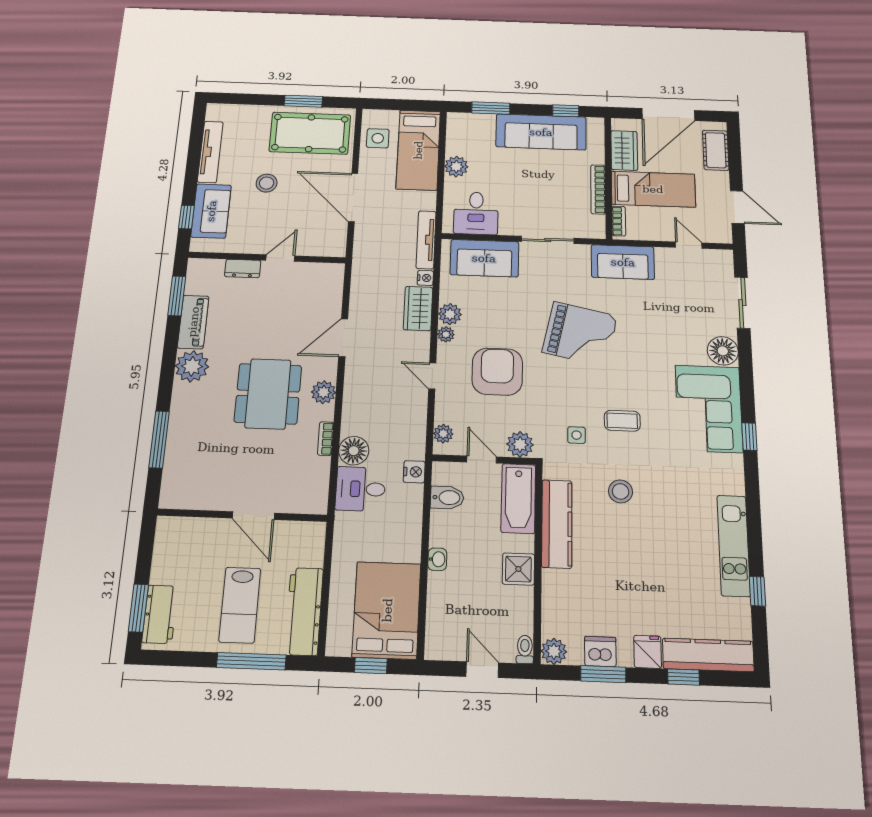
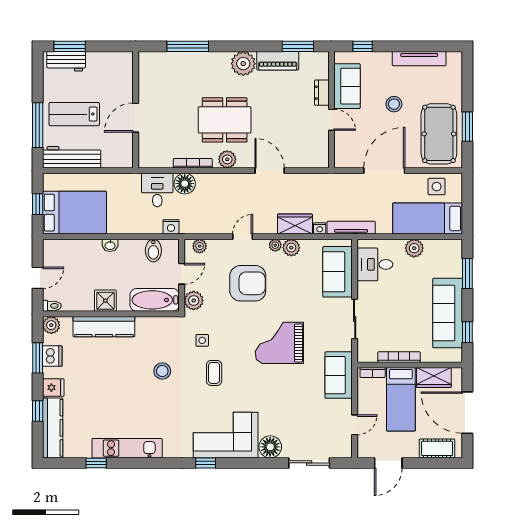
sofa: (211, 211) -> (347, 86), moved, turned -90
grand piano: (580, 334) -> (279, 343), turned 78
bookcase: (326, 439) -> (193, 163), width x1.56
kitchen counter: (557, 524) -> (104, 327), moved

